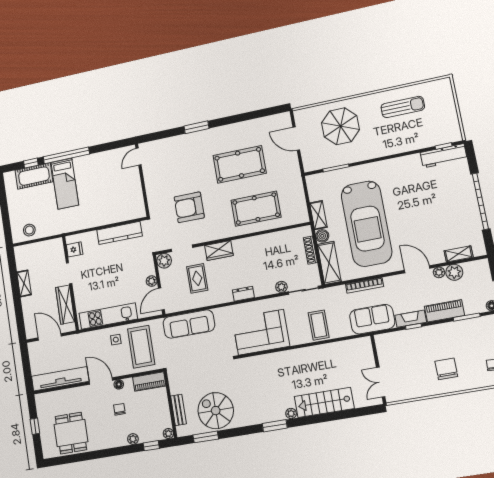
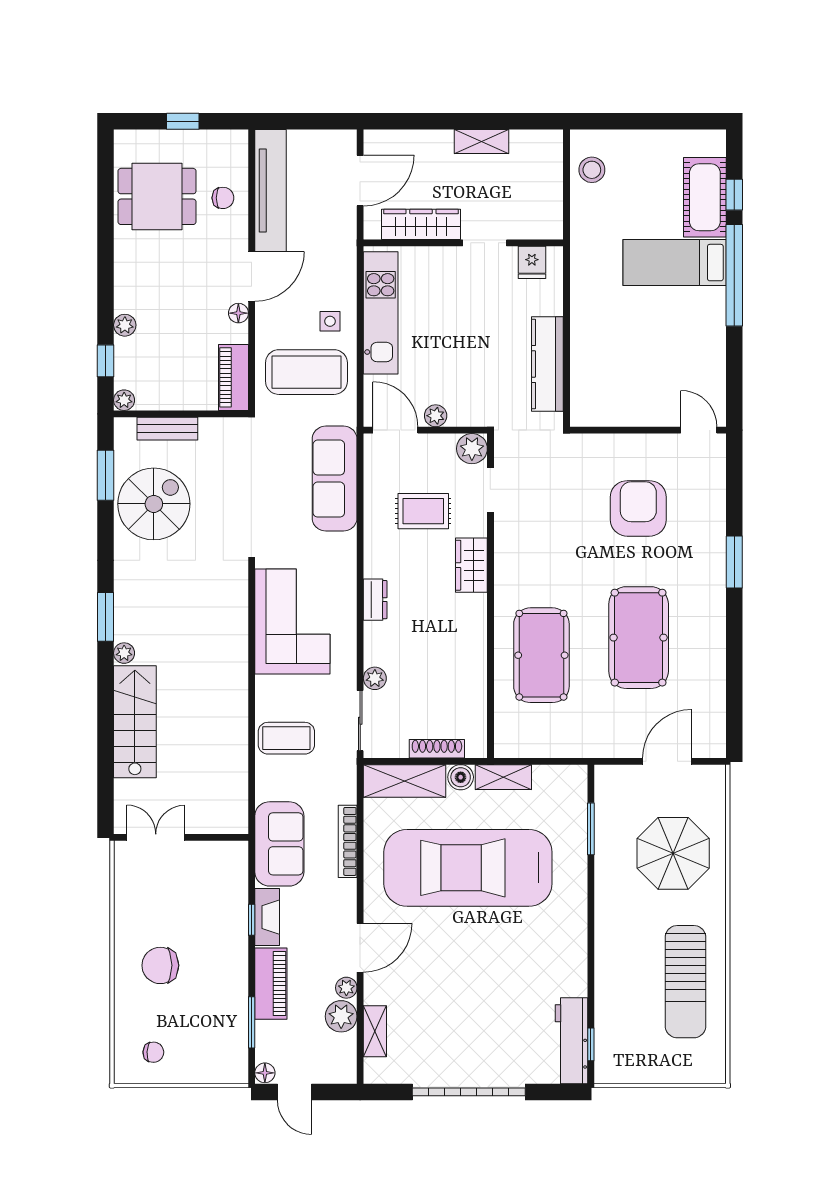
sun lounger: (403, 107) -> (686, 982), width x1.36, depth x1.34
armchair: (189, 207) -> (638, 508), moved
chair: (446, 369) -> (160, 965), turned 180
chair: (119, 409) -> (223, 198), moved

